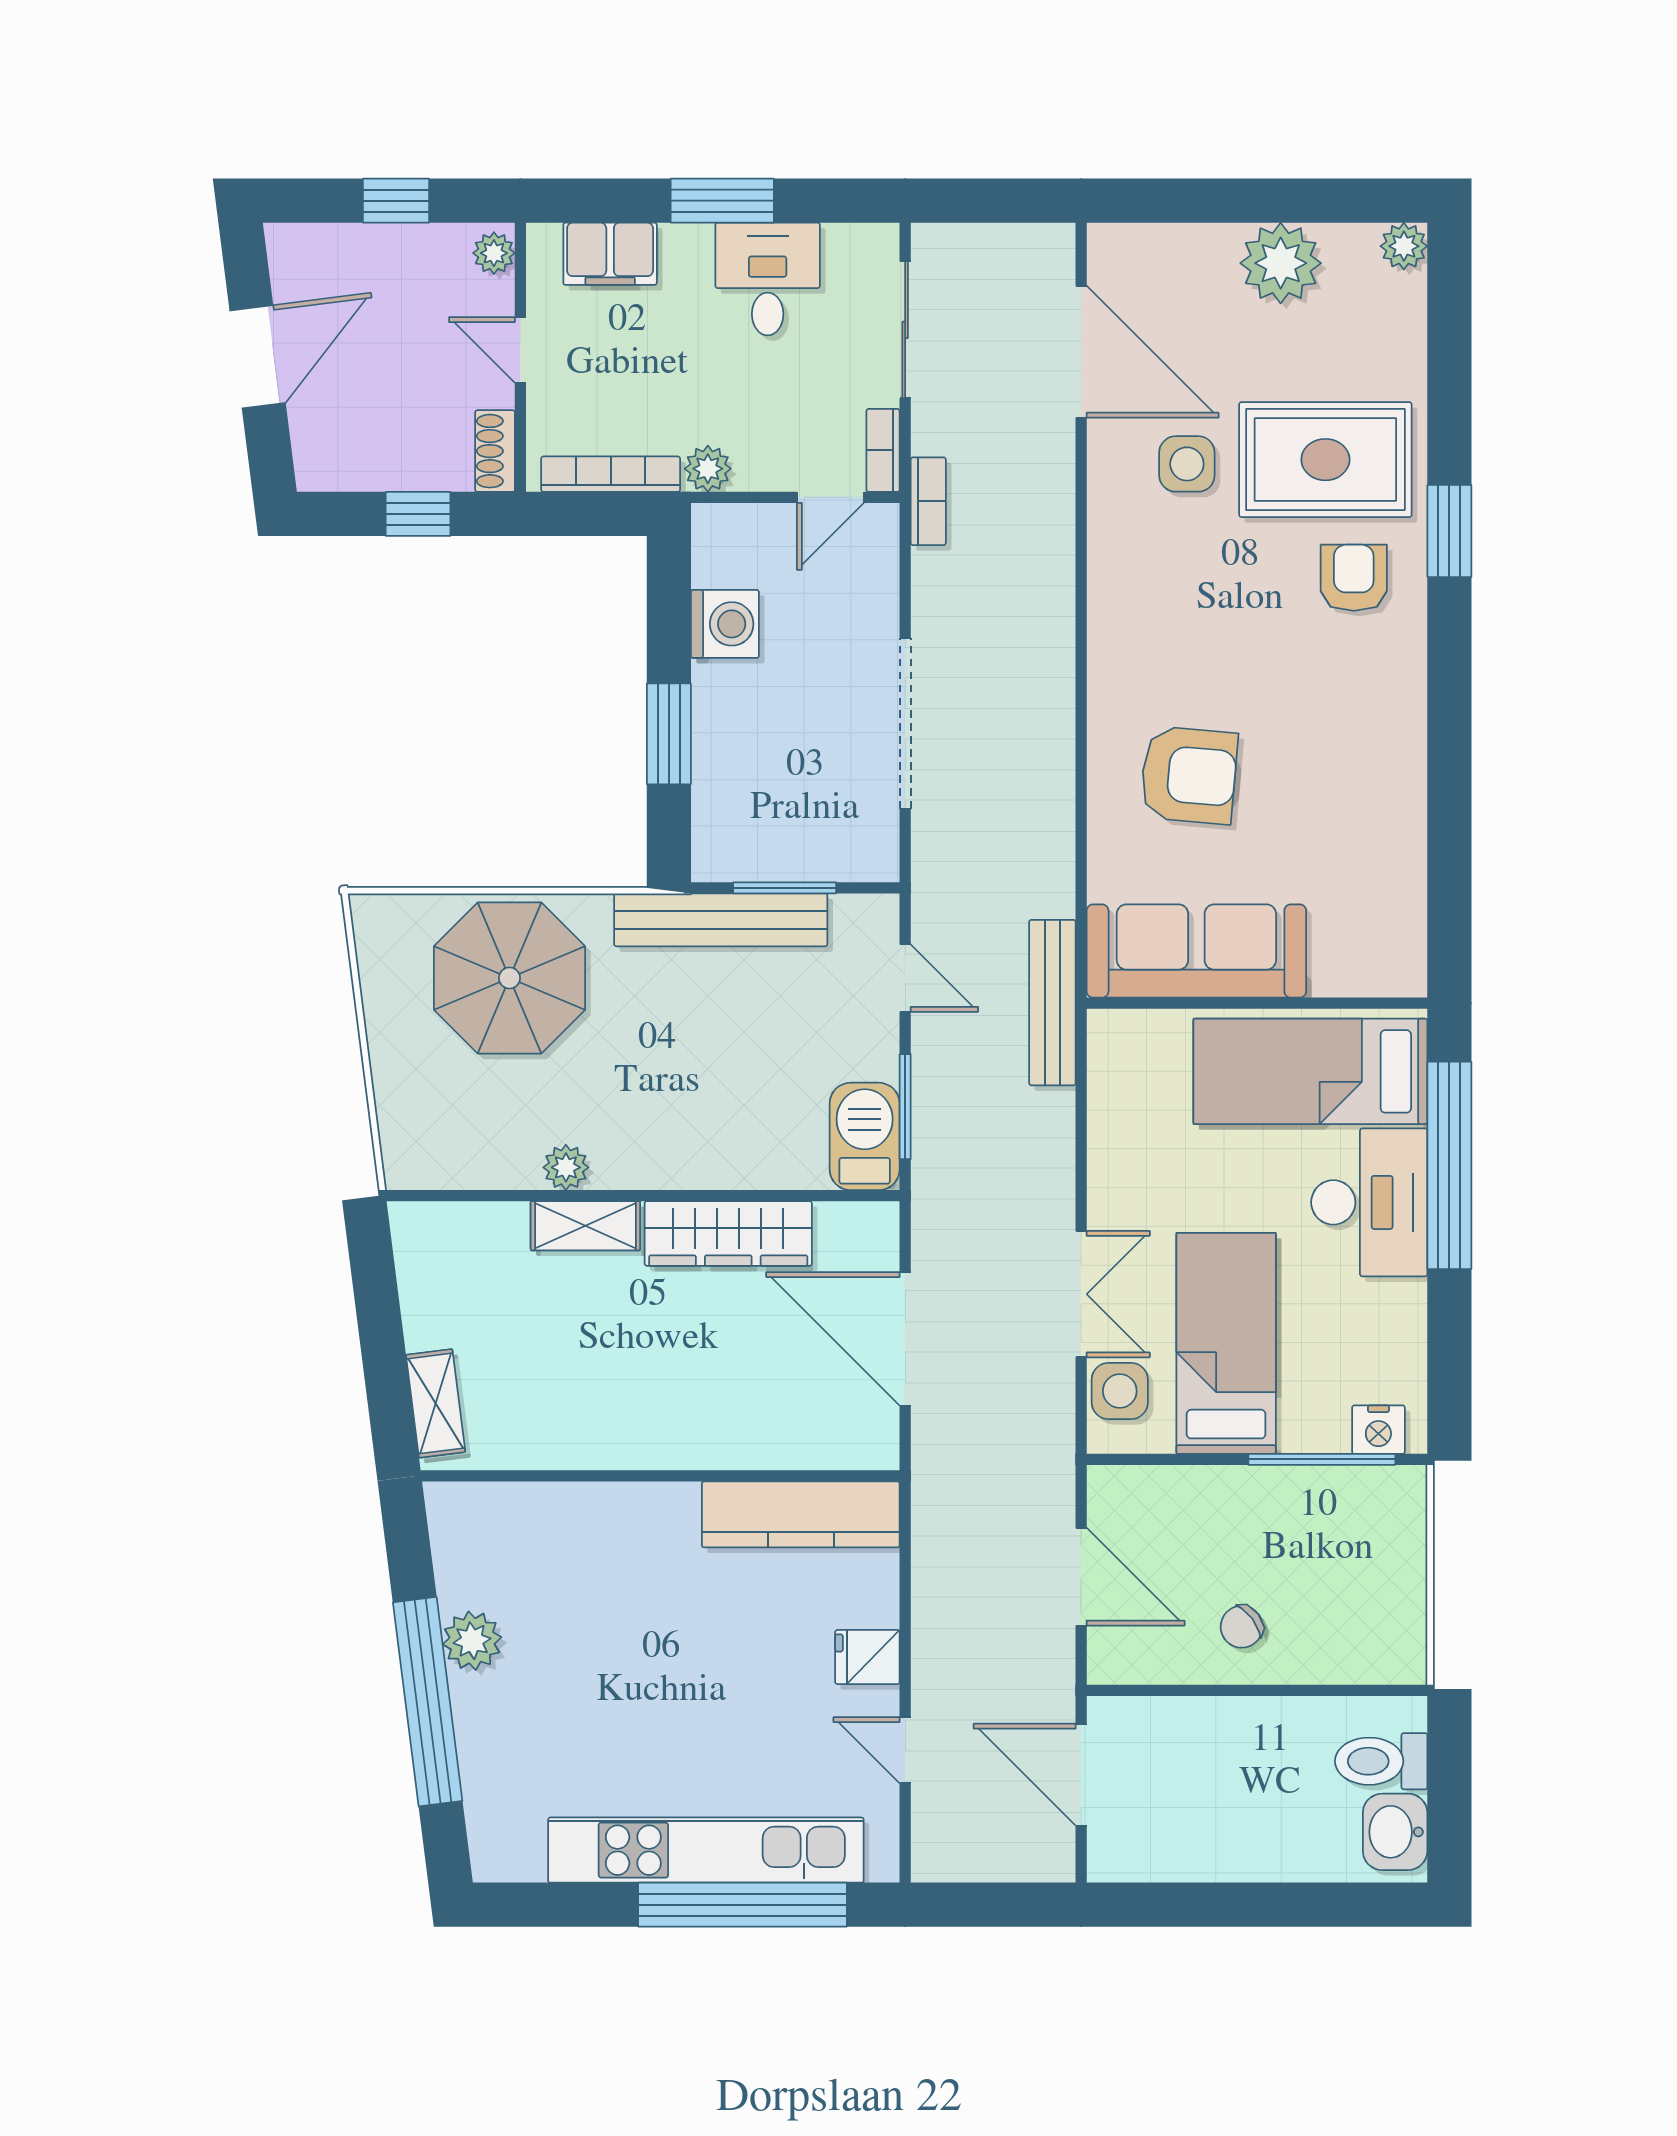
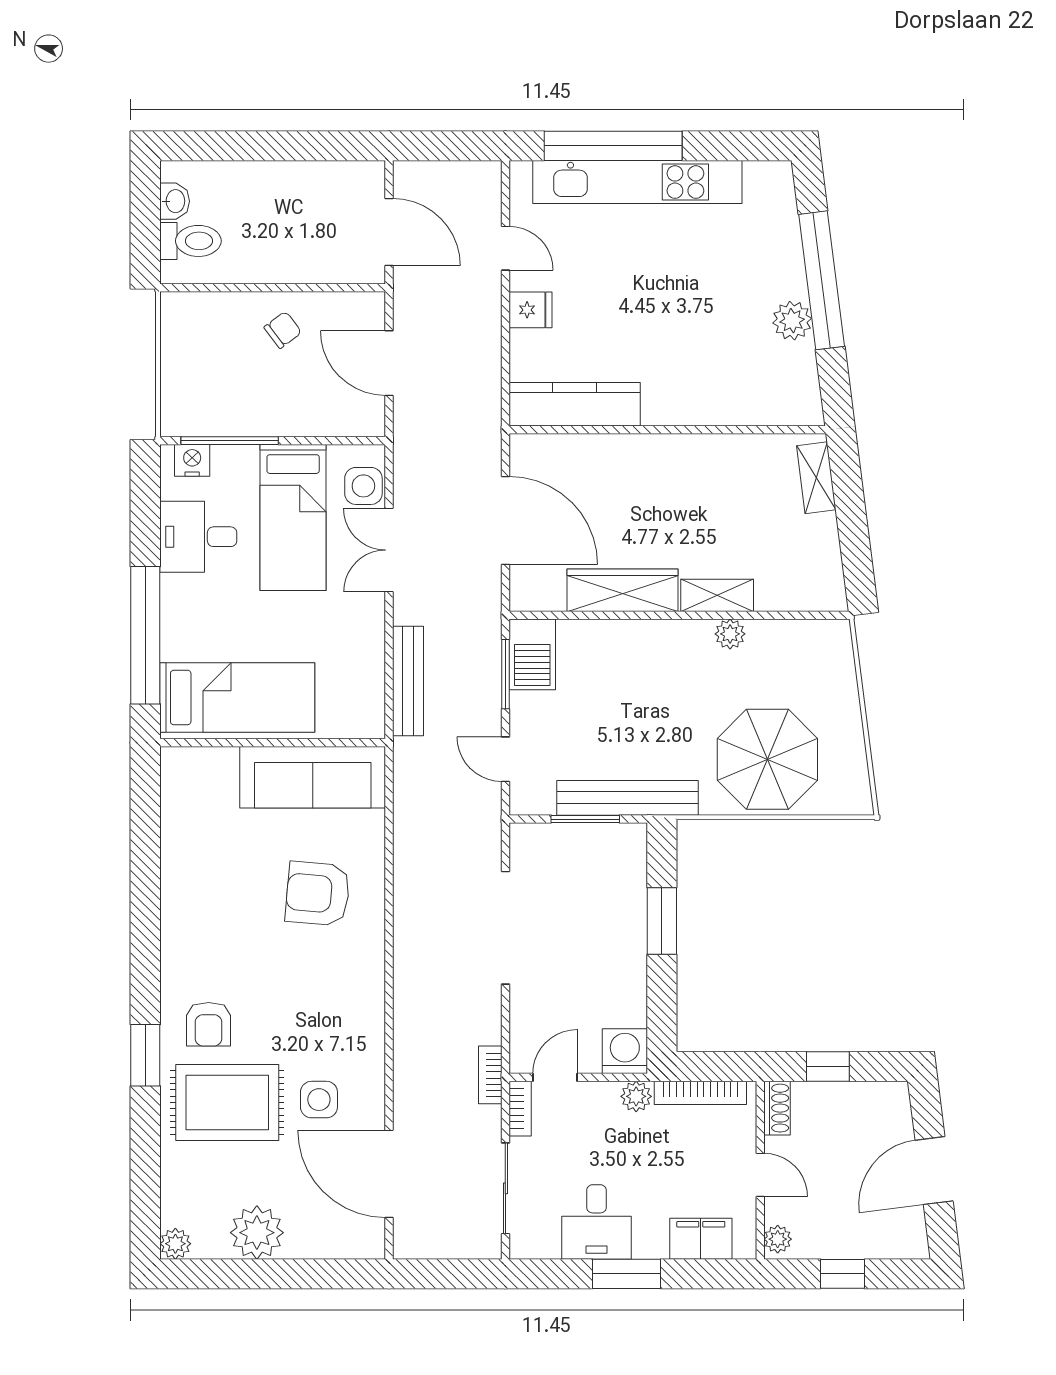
washing machine: (725, 624) -> (625, 1051), moved, turned 90
bench: (1052, 1003) -> (408, 681), moved
desk: (1369, 1202) -> (198, 537), moved, width x0.73
washbasin: (1395, 1832) -> (175, 201), width x0.72, depth x0.69

